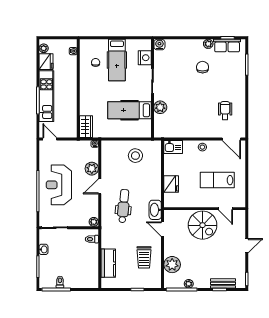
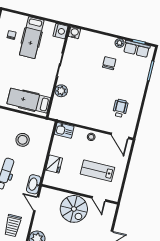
nightstand: (145, 58) -> (60, 31), moved
hospital bed: (129, 110) -> (29, 101), moved
stool: (135, 156) -> (23, 140), moved

